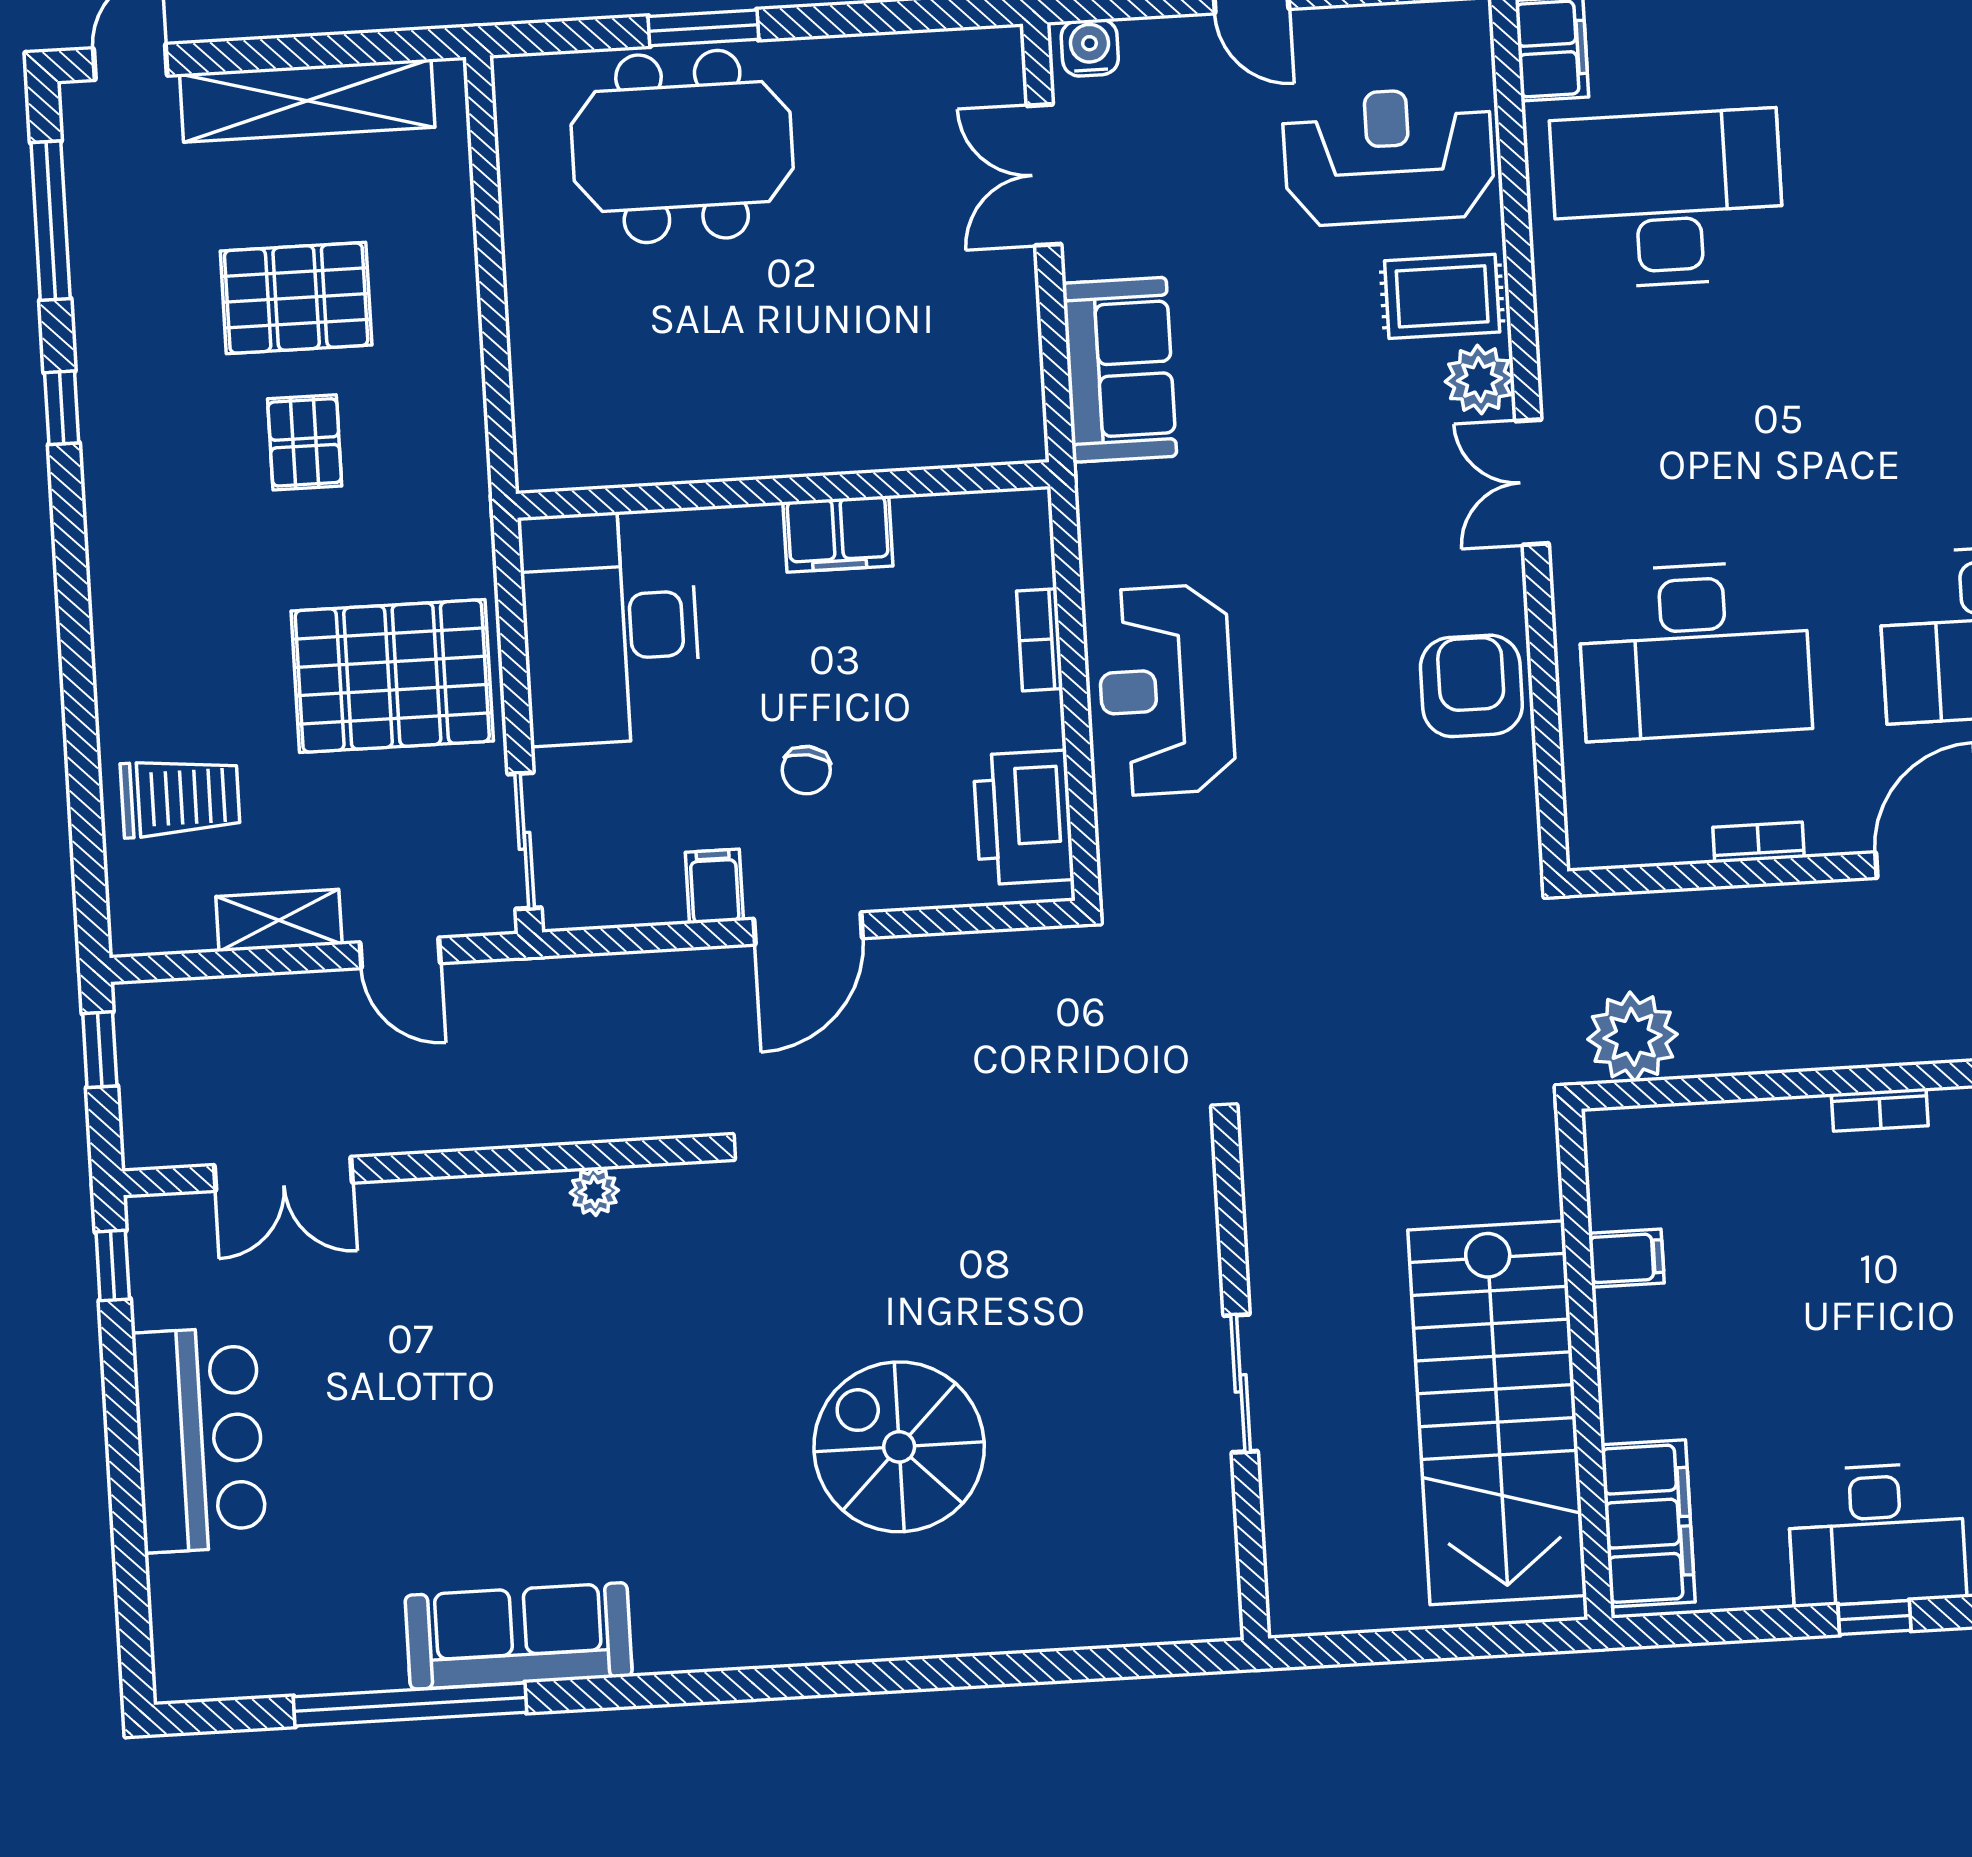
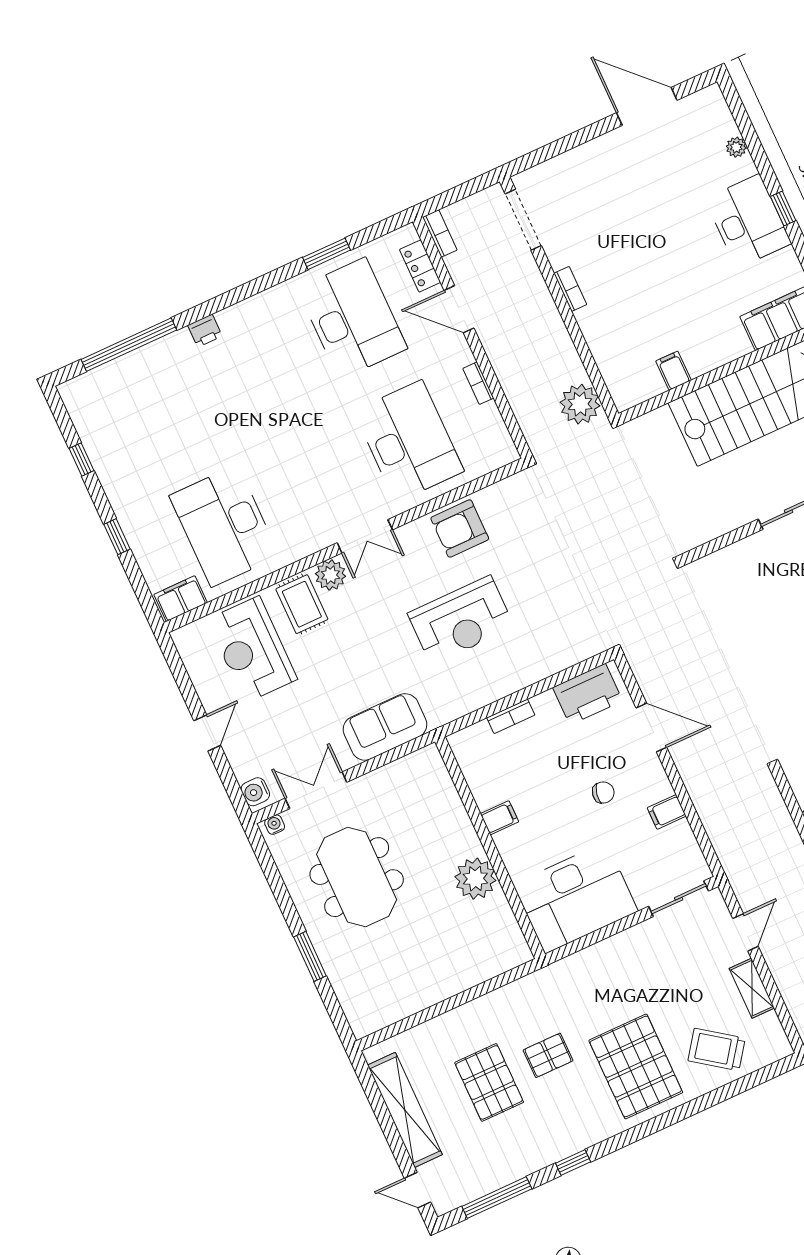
water cooler: (1006, 61) -> (275, 825), added
meeting table: (682, 146) -> (357, 877), moved
double door: (1044, 175) -> (316, 790), swing flipped
plant: (731, 435) -> (475, 879), added
filing cabinet: (838, 534) -> (499, 818), width x0.50
pallet: (392, 676) -> (636, 1066), moved
reception desk: (1166, 690) -> (461, 620), moved
trolley: (180, 798) -> (717, 1050), turned -54
door: (808, 929) -> (651, 728), moved

